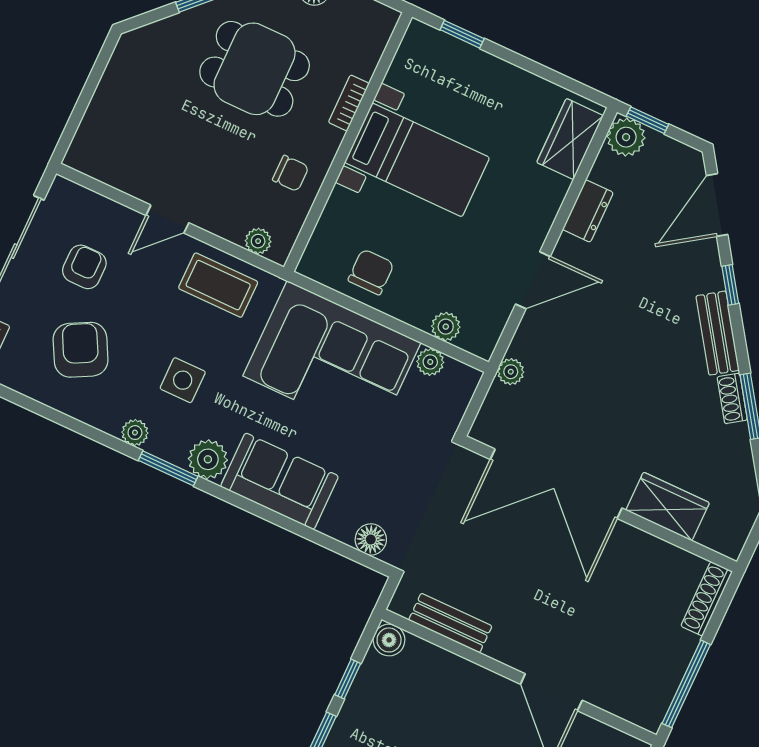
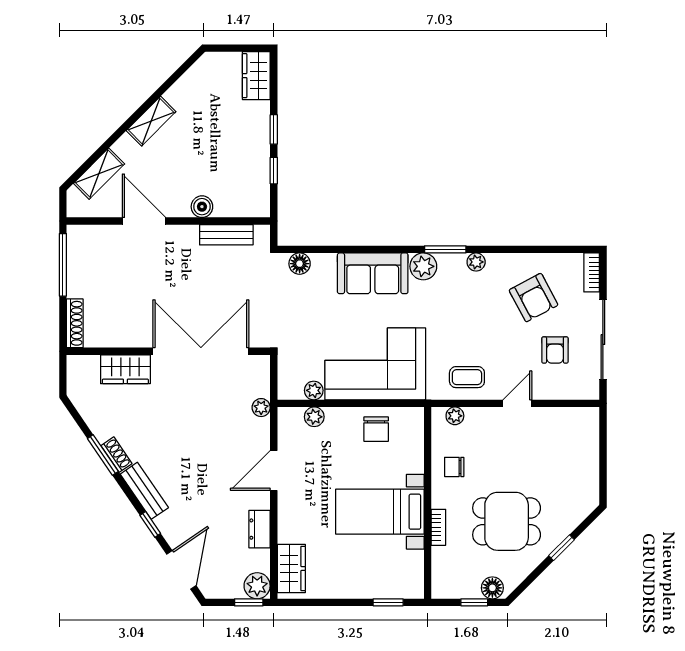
coffee table: (218, 285) -> (467, 377), width x0.73, depth x0.77
side table: (183, 380) -> (462, 308), removed
boiler: (389, 640) -> (202, 207), moved

